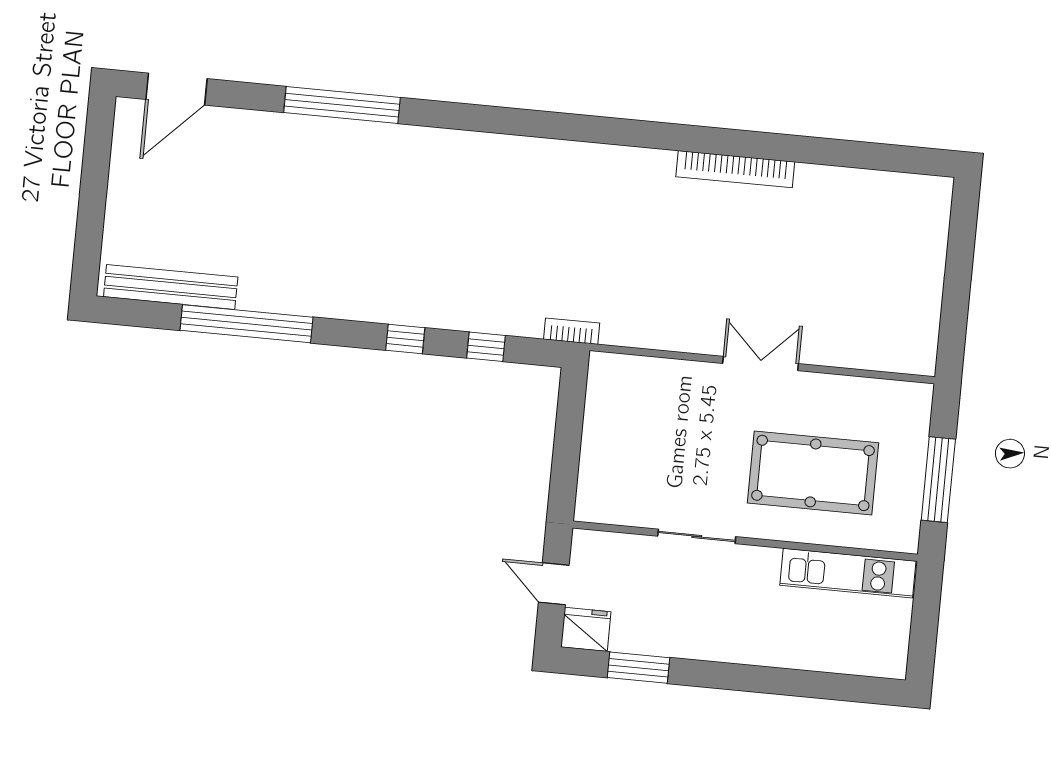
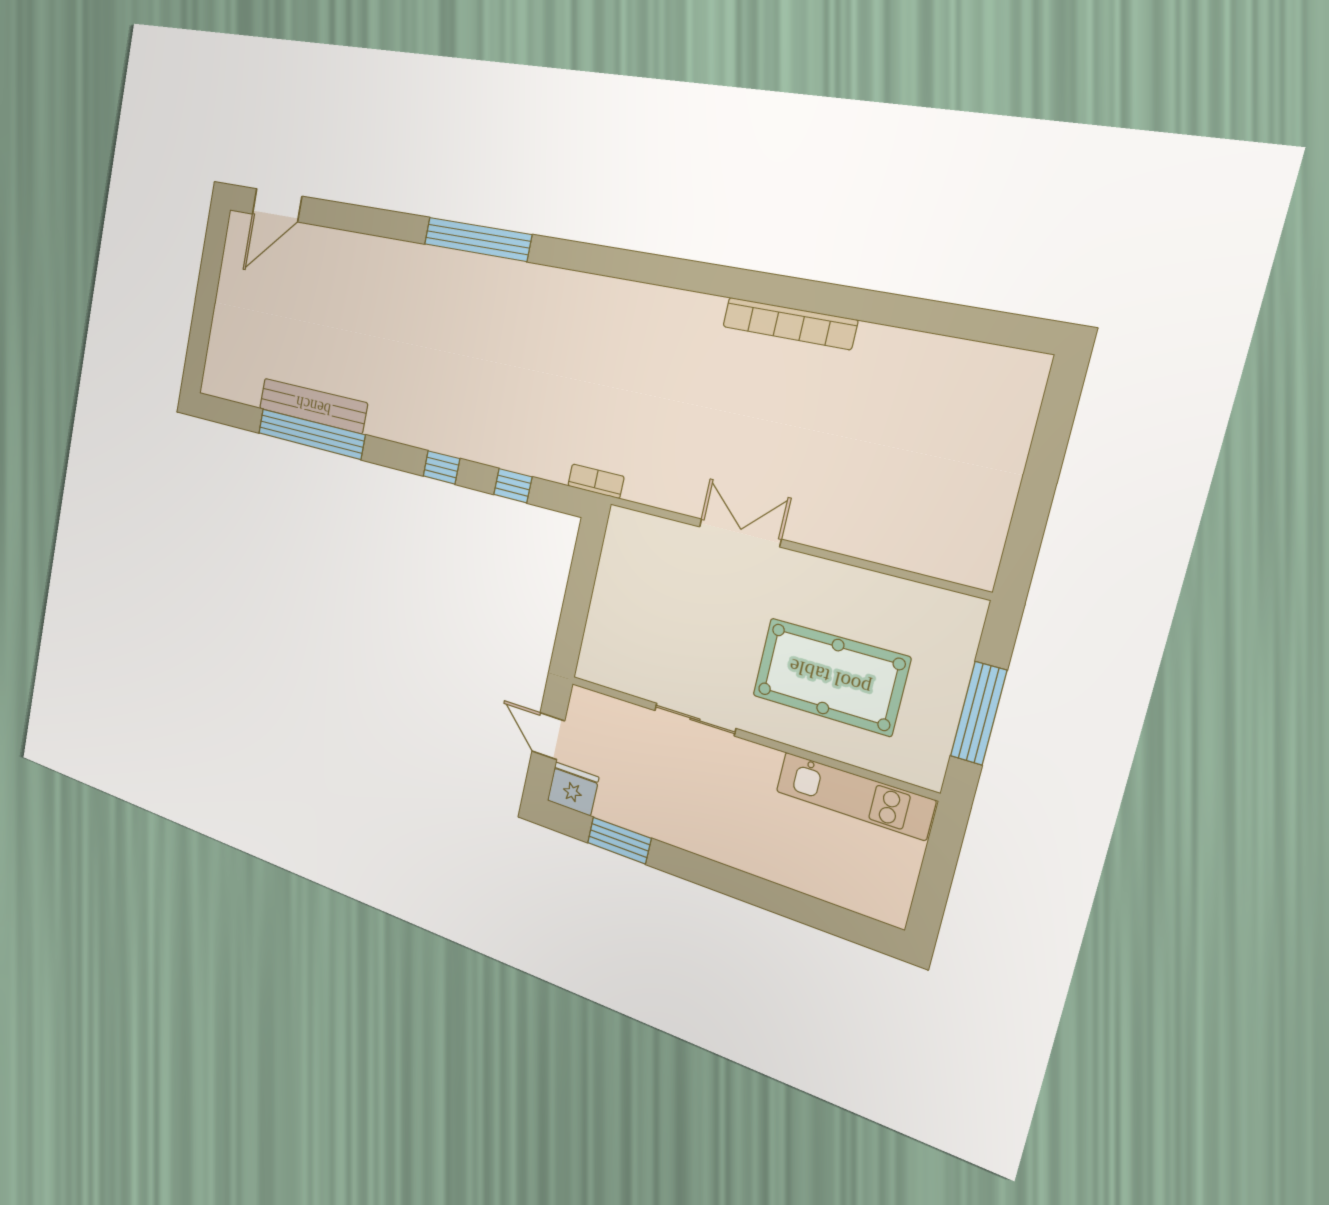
window: (342, 105) -> (477, 239), moved
bench: (171, 287) -> (313, 406), moved
double door: (761, 363) -> (740, 533), moved

